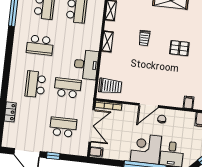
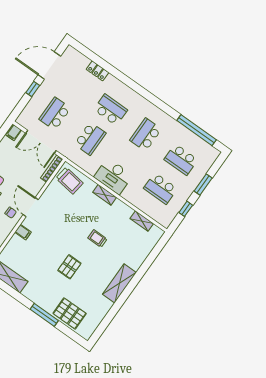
shelving: (107, 41) -> (105, 195), moved
desk: (86, 65) -> (113, 176), moved
trolley: (110, 86) -> (69, 181), turned -82
filing cabinet: (188, 102) -> (23, 232), moved
school desk: (63, 127) -> (55, 114), turned 180

